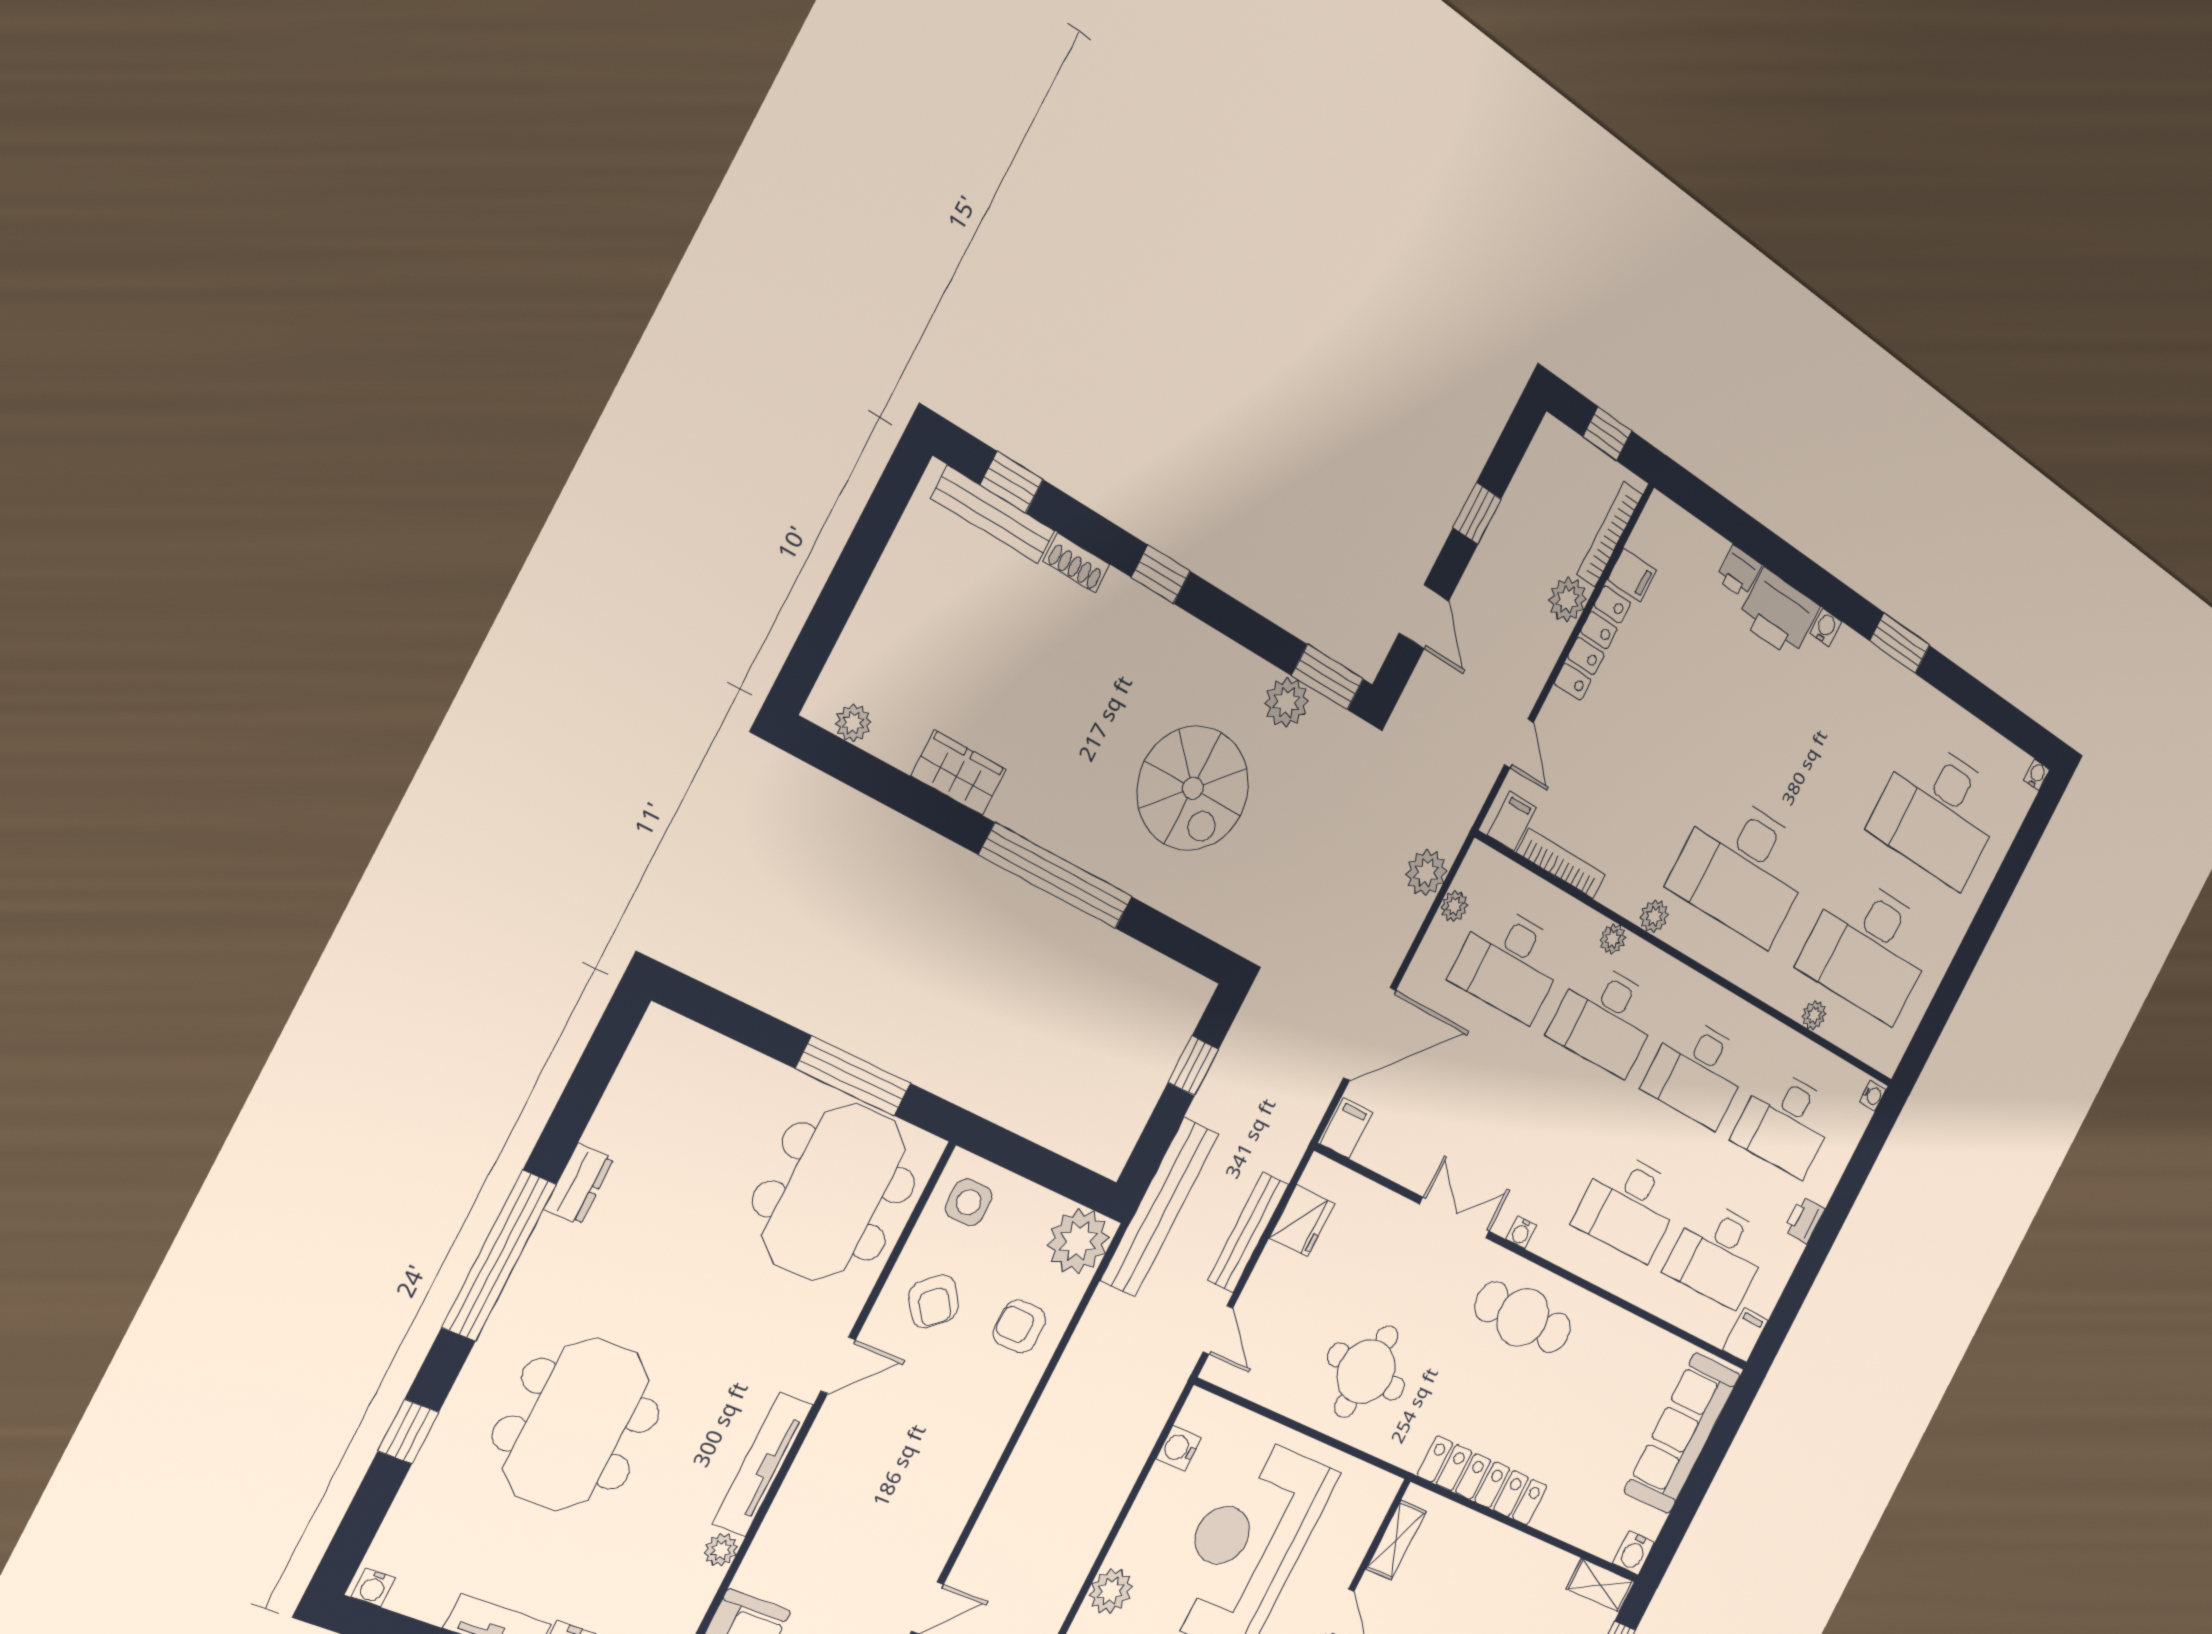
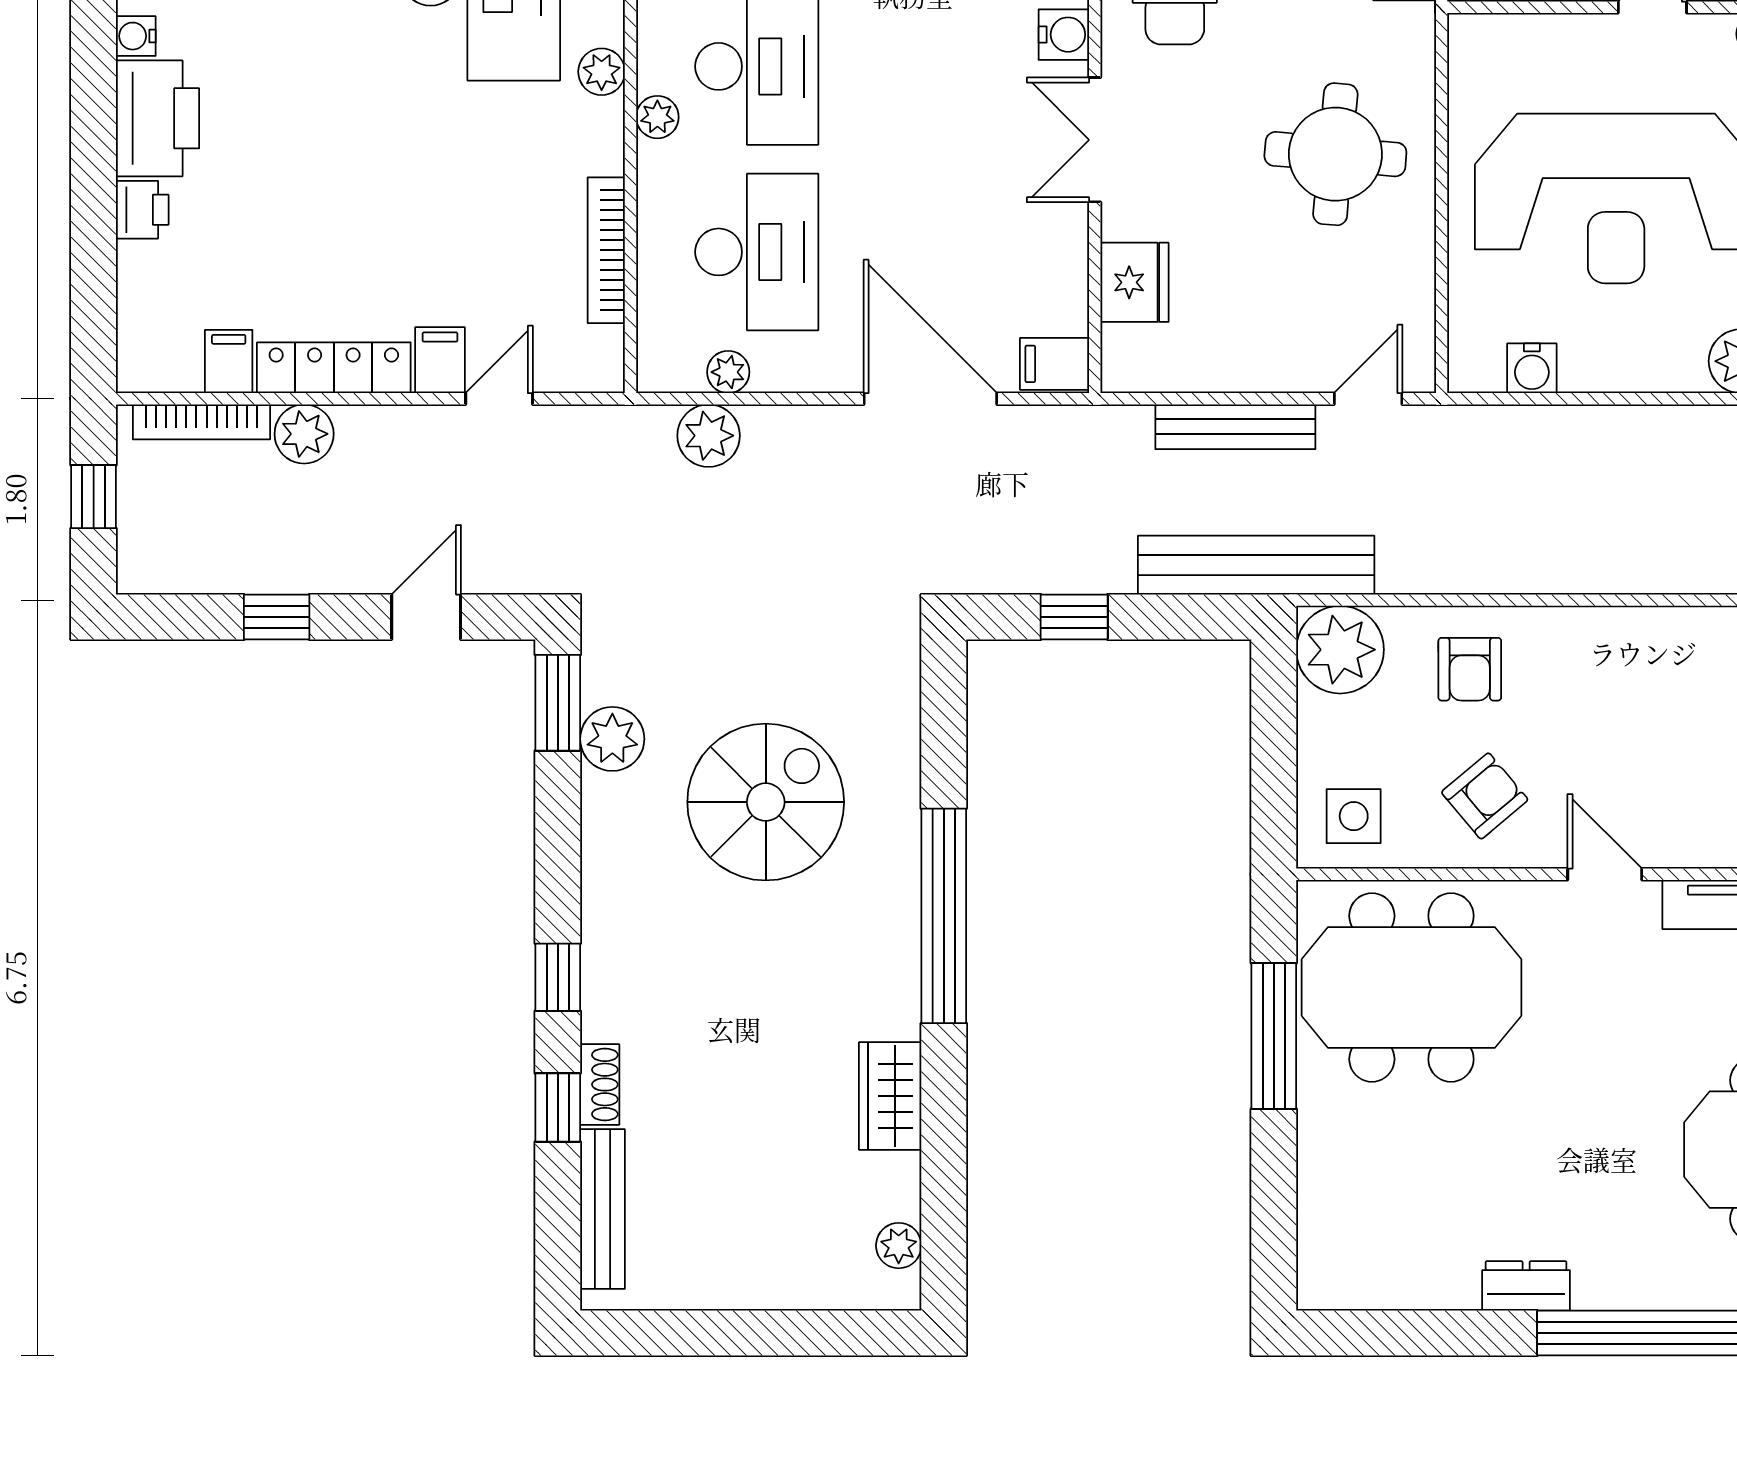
window: (1012, 482) -> (558, 1108), moved
filing cabinet: (1512, 821) -> (440, 360), moved, turned 90
fridge: (1302, 1221) -> (1135, 282), moved, turned 90
water cooler: (1521, 1232) -> (1064, 35), width x1.38, depth x1.38

